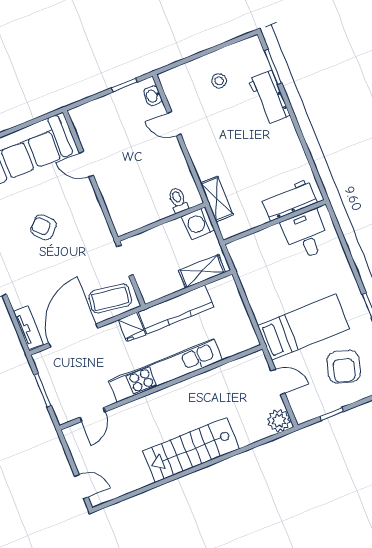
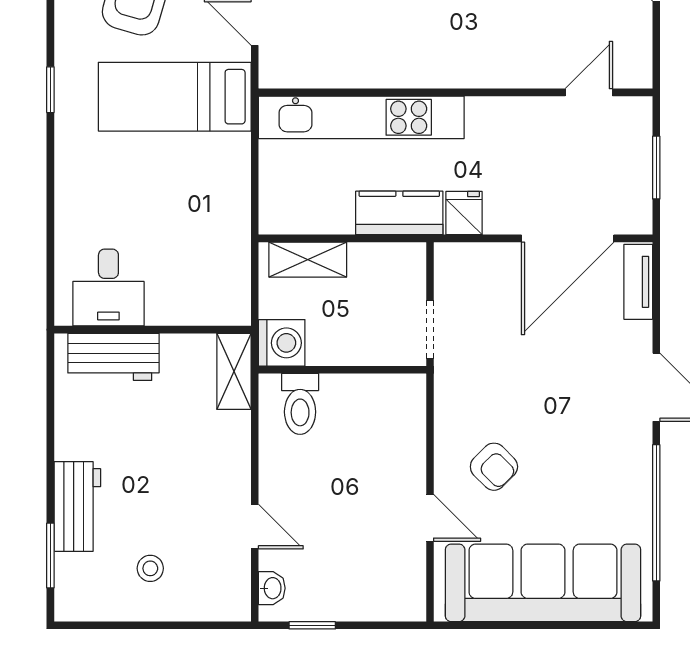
toilet: (178, 200) -> (300, 404), width x1.37, depth x1.39
workbench: (289, 200) -> (113, 357), moved
wall: (275, 222) -> (153, 330), moved
armchair: (43, 227) -> (494, 467), moved
desk: (306, 235) -> (108, 288), moved
coffee table: (110, 299) -> (481, 276), removed
kitchen counter: (176, 309) -> (399, 213), width x0.67
kitchen unit: (165, 371) -> (361, 117), moved

